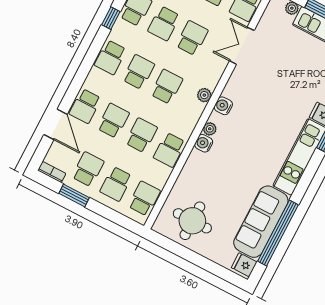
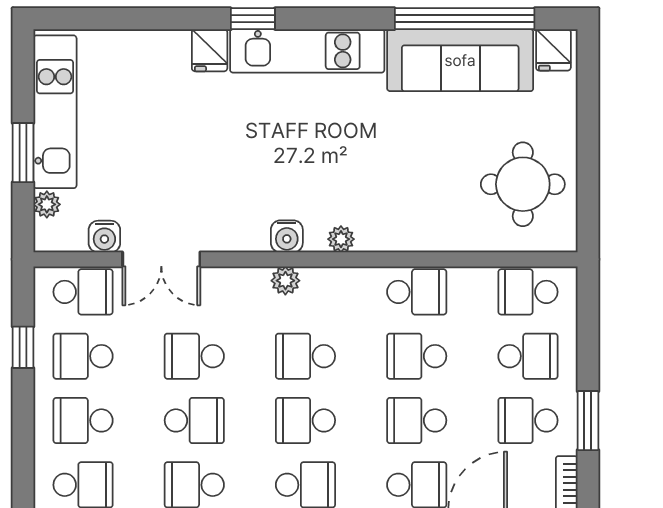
water cooler: (204, 143) -> (104, 237), moved

